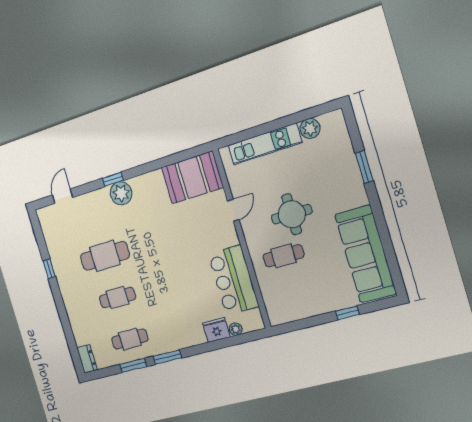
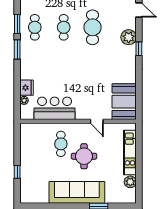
plant: (121, 193) -> (129, 37), moved
sofa: (365, 254) -> (77, 192), moved

